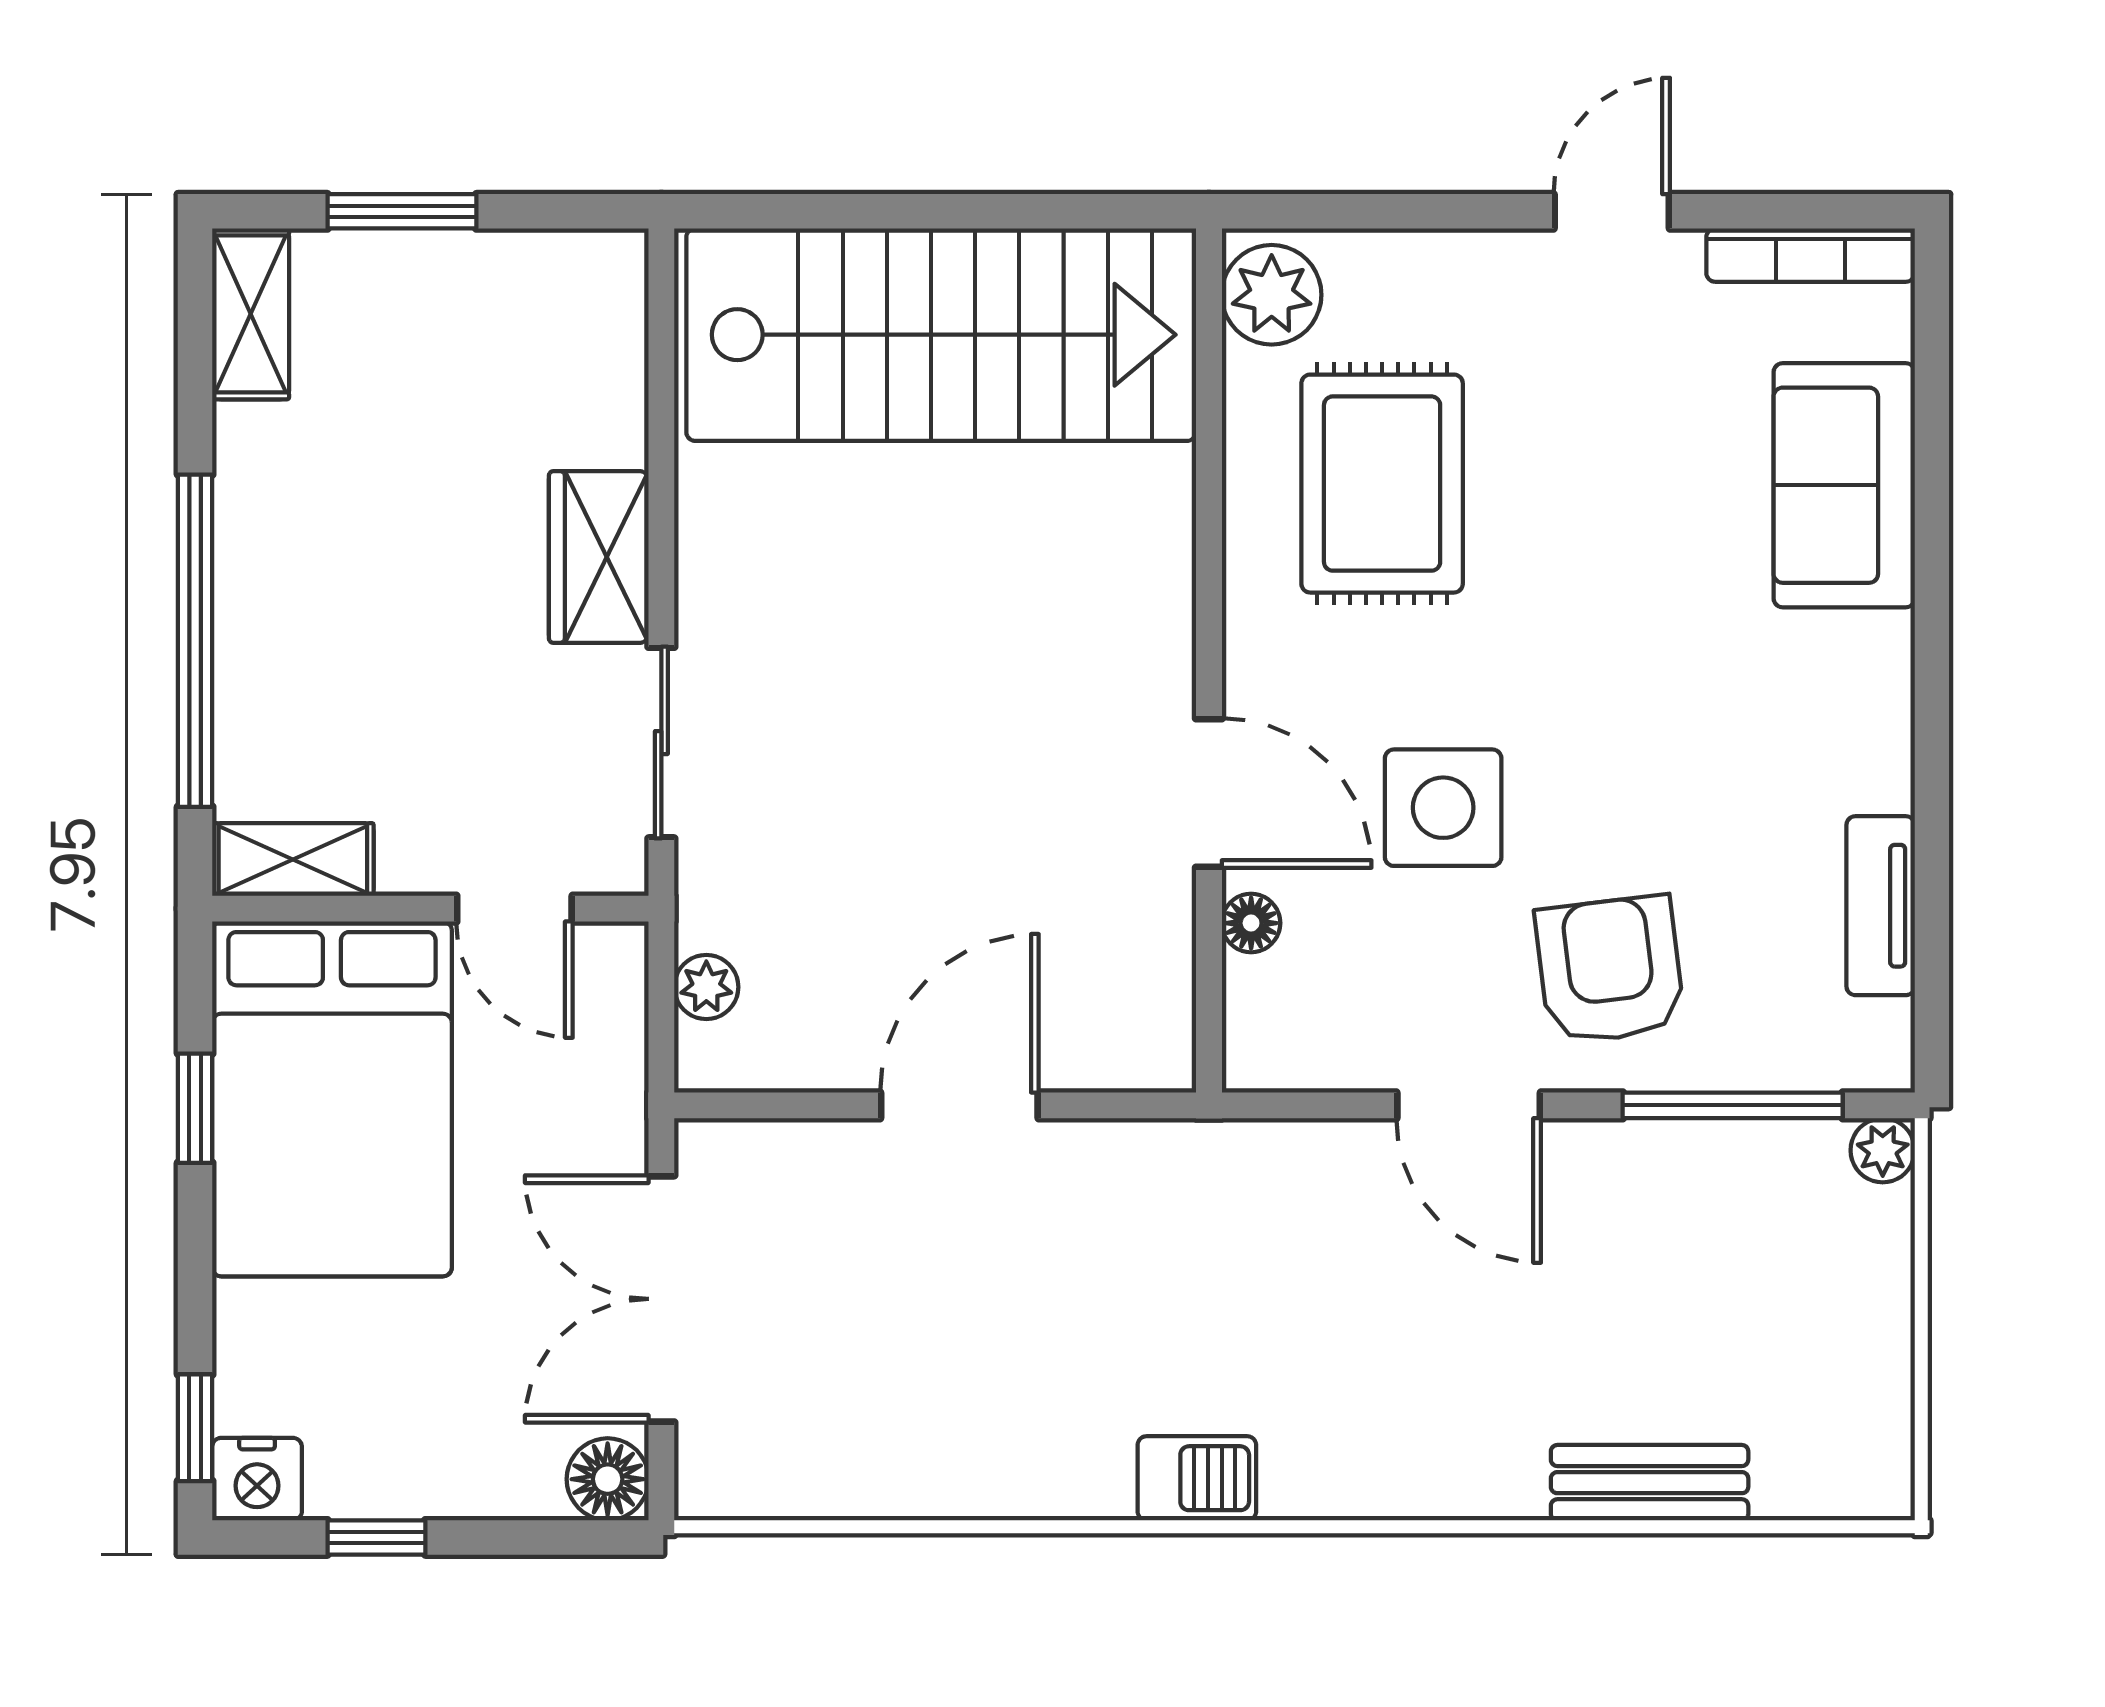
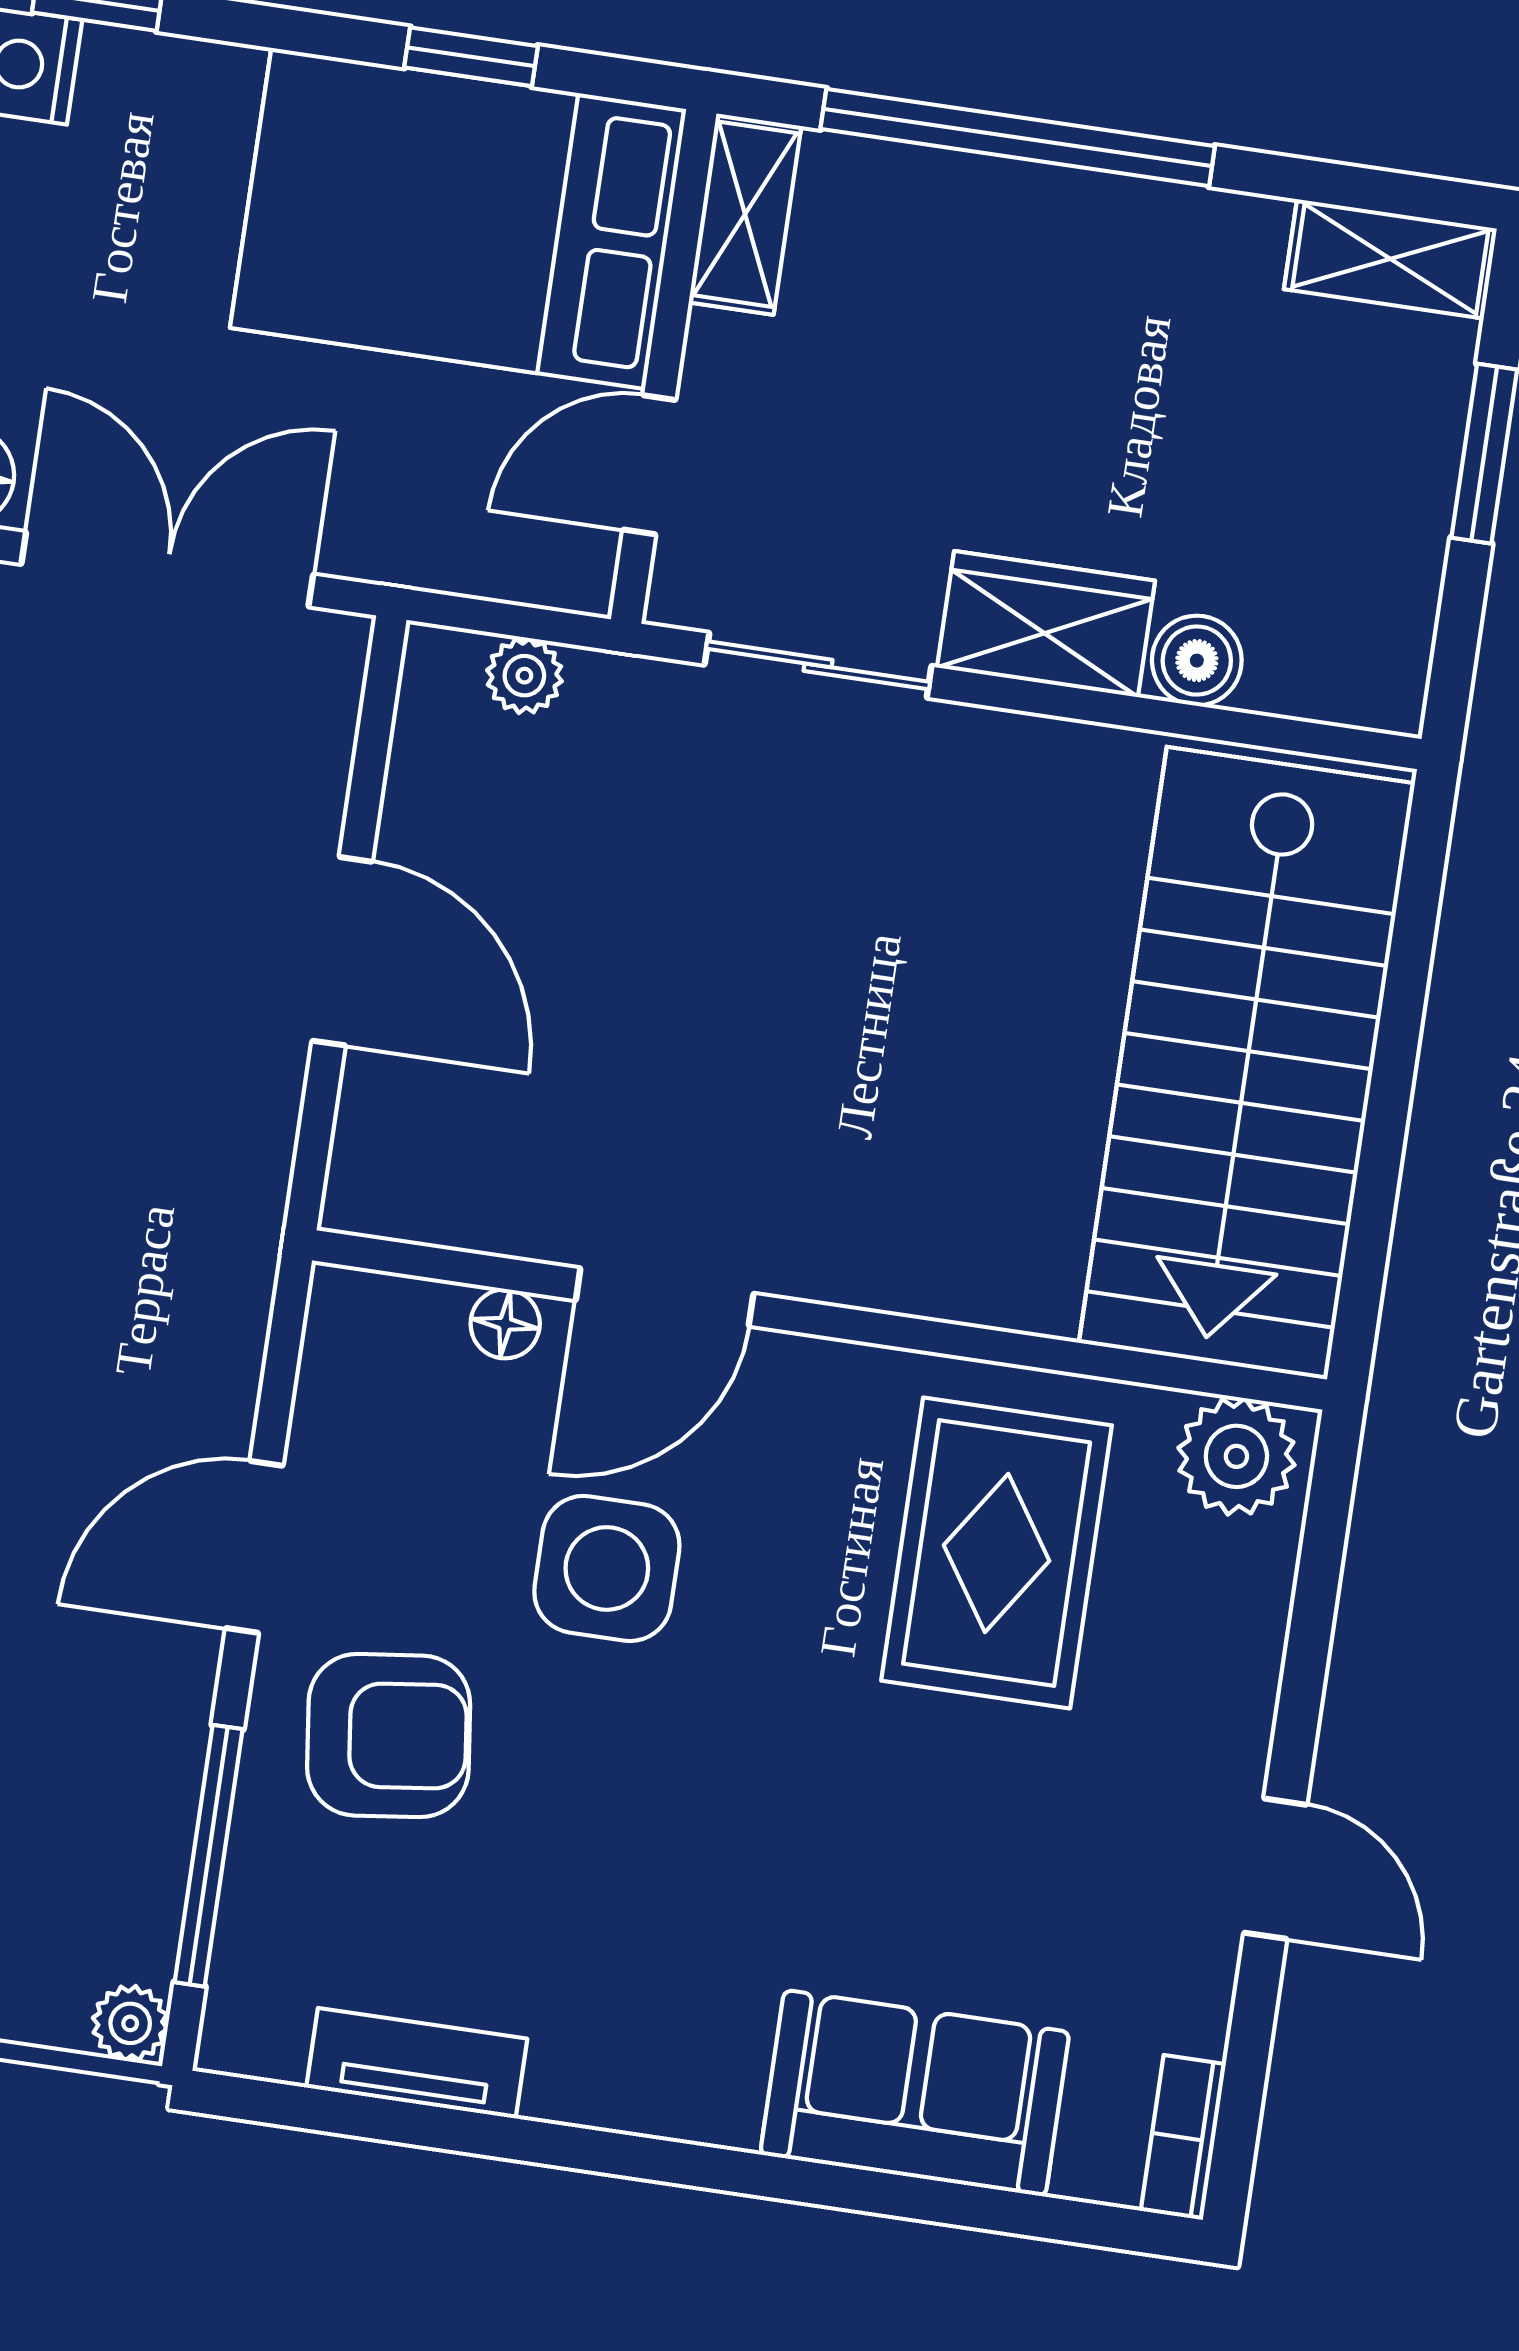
bookcase: (1811, 255) -> (1183, 2138), width x0.64
boiler: (611, 426) -> (1197, 661), added
rug: (1382, 484) -> (997, 1553), turned 90

